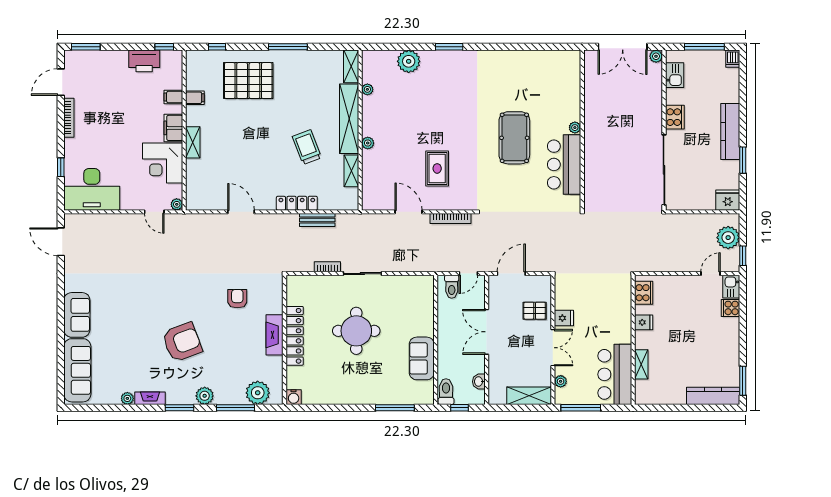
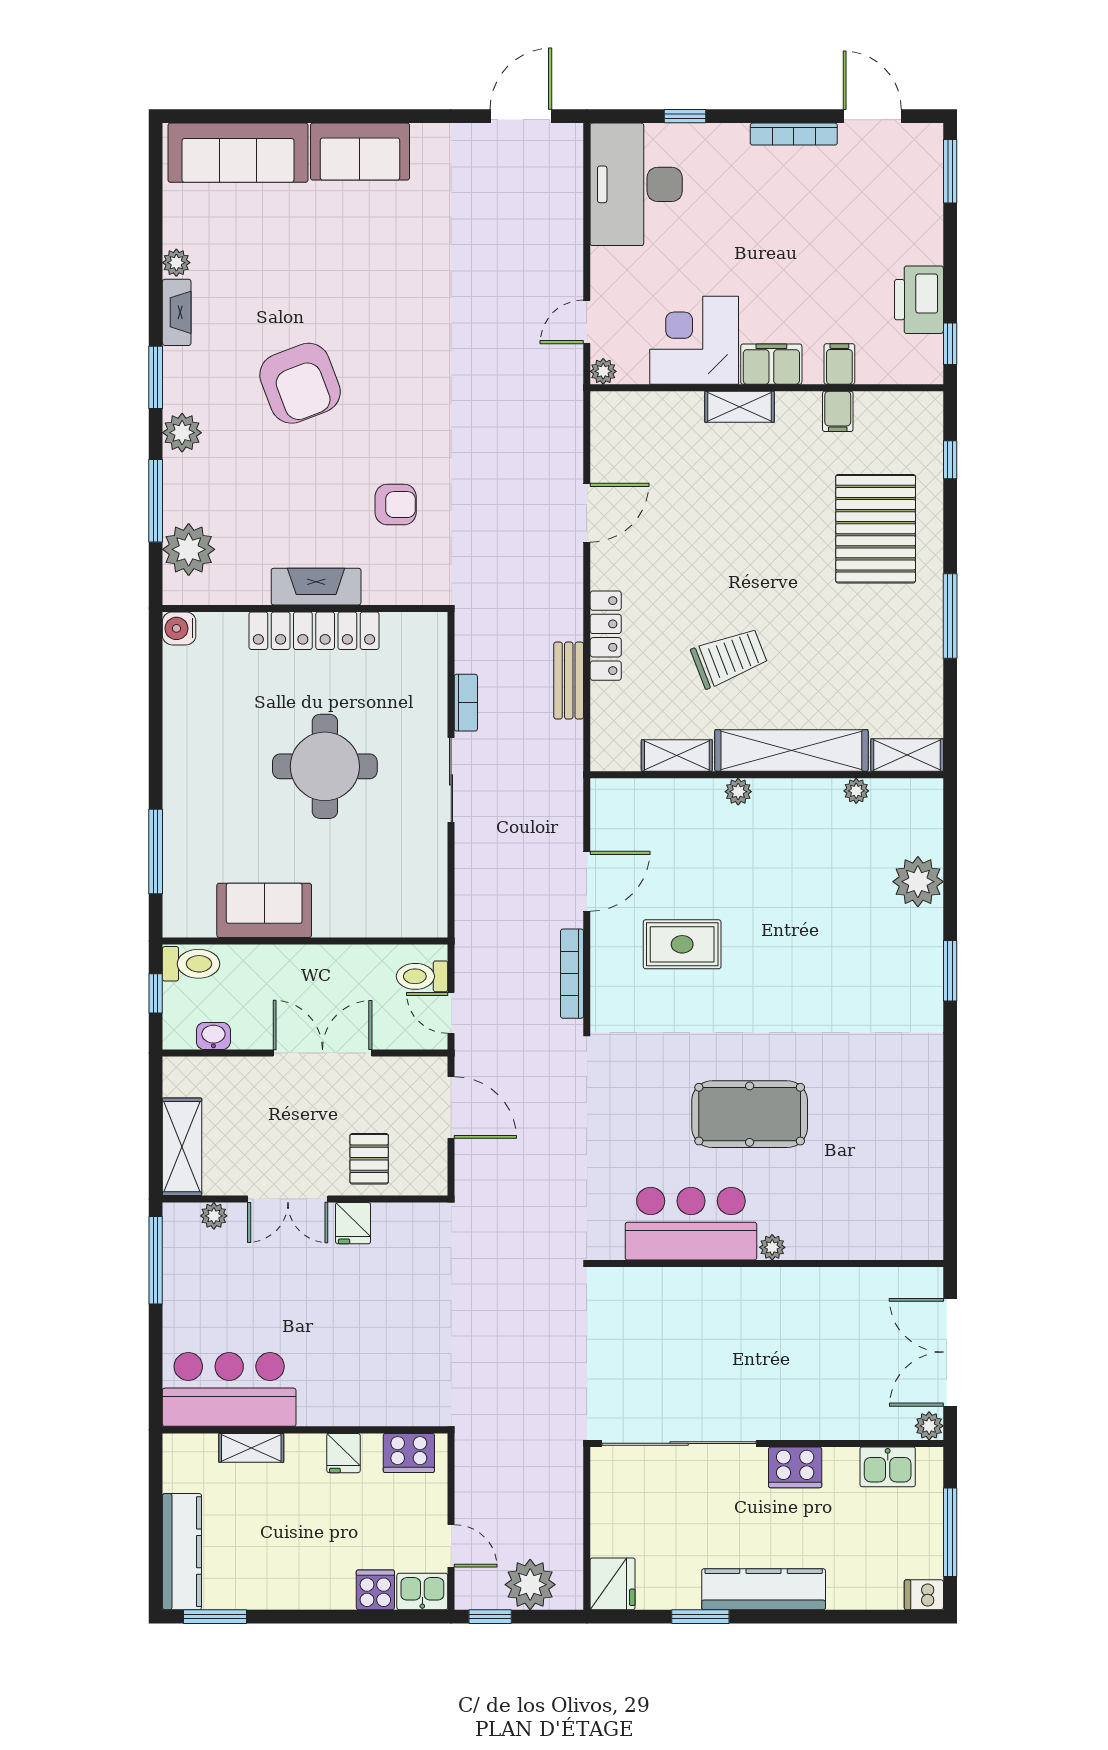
cooker: (644, 293) -> (409, 1453), moved
fridge: (644, 322) -> (344, 1453), moved
wall: (633, 340) -> (305, 1430), moved
shelving: (641, 364) -> (251, 1448), moved
bar counter: (615, 374) -> (229, 1389), moved

